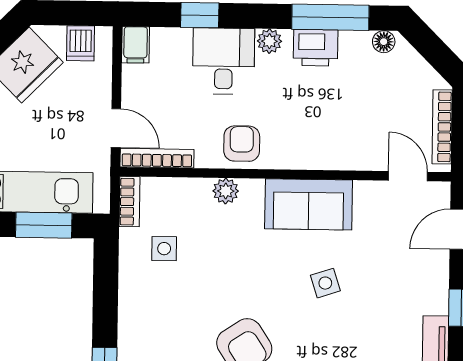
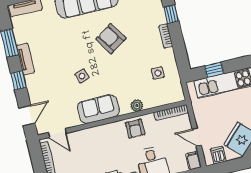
door: (116, 128) -> (197, 137), moved
bookcase: (130, 202) -> (166, 36), moved
window: (44, 225) -> (214, 70), width x0.67

